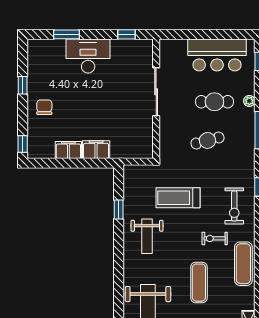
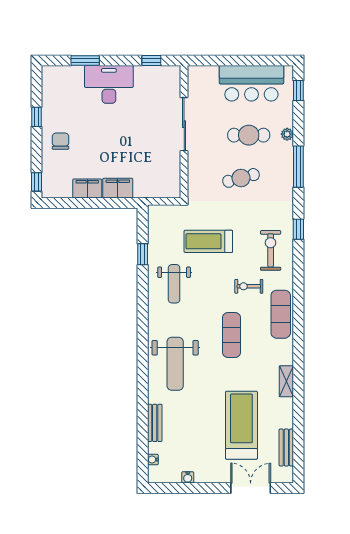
exercise bike: (234, 206) -> (271, 250), turned 180

